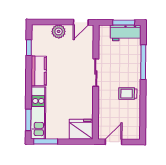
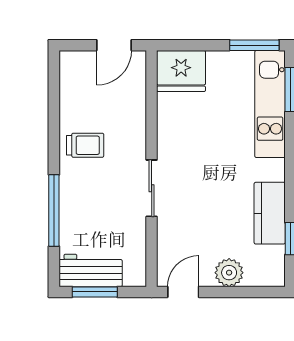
kitchen counter: (39, 71) -> (270, 213), moved

